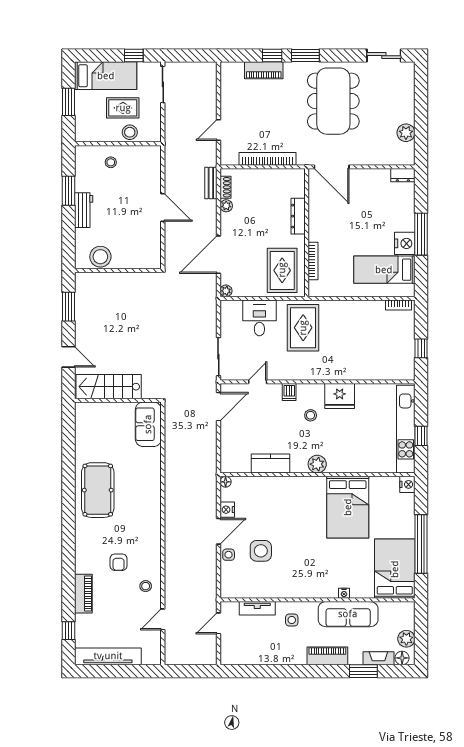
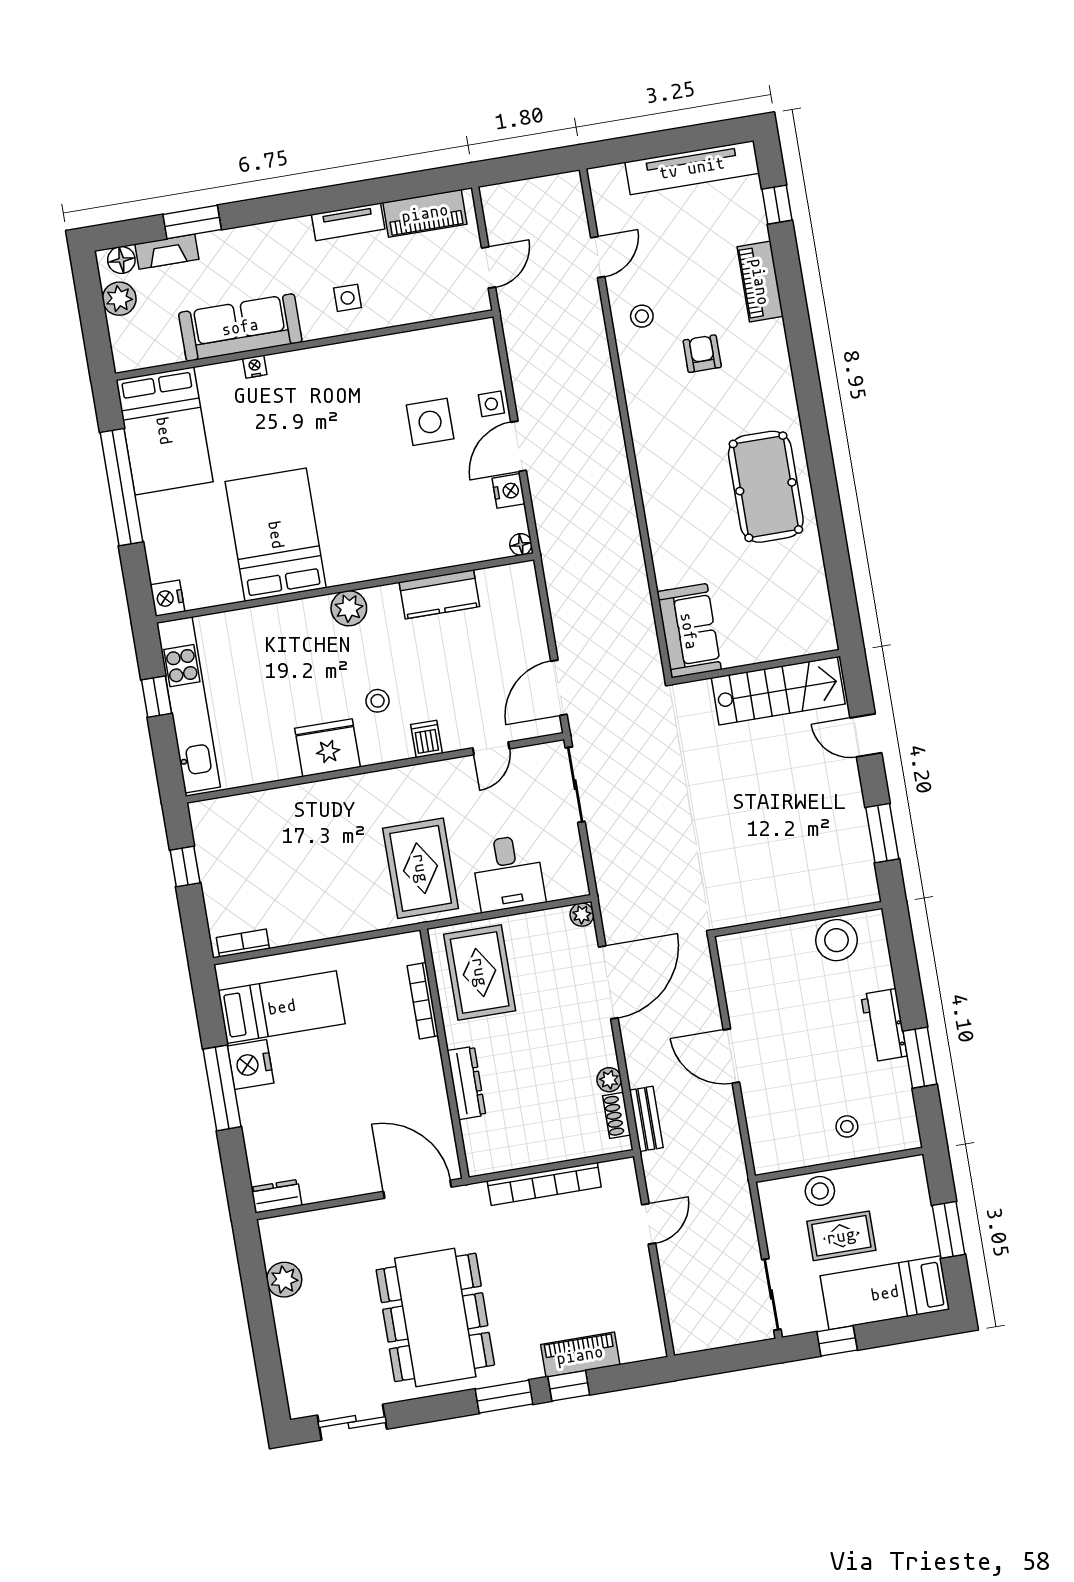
tv unit: (257, 608) -> (348, 222), moved, turned 180
piano: (327, 656) -> (425, 213), moved

